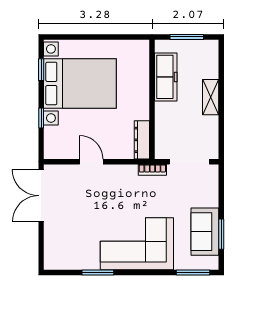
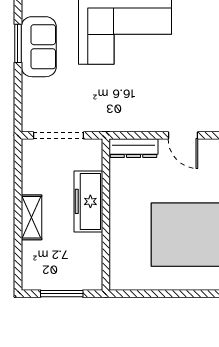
freezer: (166, 77) -> (88, 201), moved
dresser: (142, 140) -> (134, 148), moved, turned 90
bookcase: (152, 170) -> (105, 125), removed

